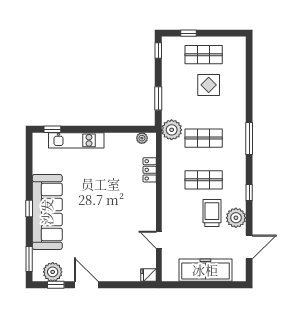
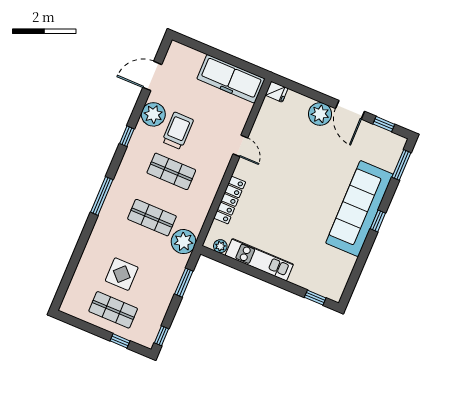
kitchen unit: (76, 140) -> (259, 260), moved
locker: (150, 170) -> (230, 200), width x1.53
trolley: (212, 213) -> (178, 131), turned 180
door: (159, 240) -> (240, 146), moved
freezer: (205, 270) -> (231, 79), moved
plant: (53, 272) -> (320, 114), moved

